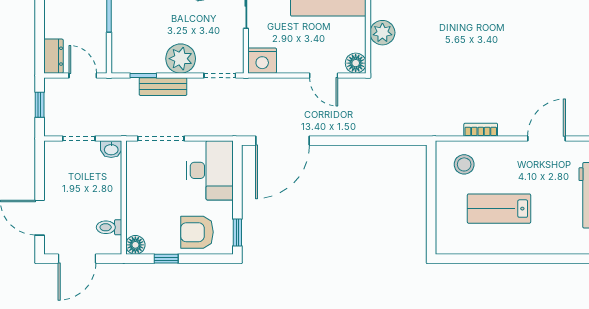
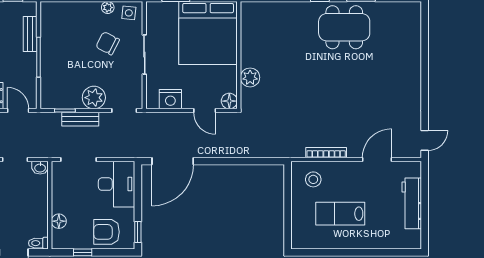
nightstand: (262, 61) -> (170, 99), moved
bookcase: (481, 130) -> (326, 153), width x1.56
toilet: (109, 227) -> (38, 243), moved
floor lamp: (135, 245) -> (59, 221), moved

